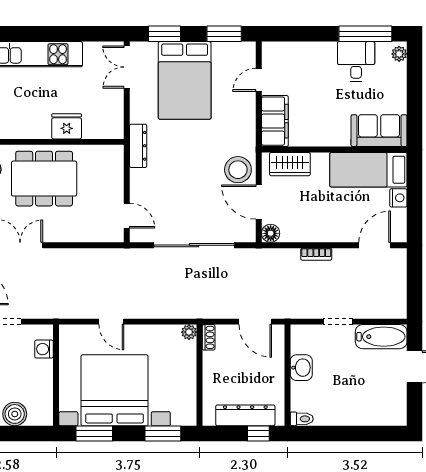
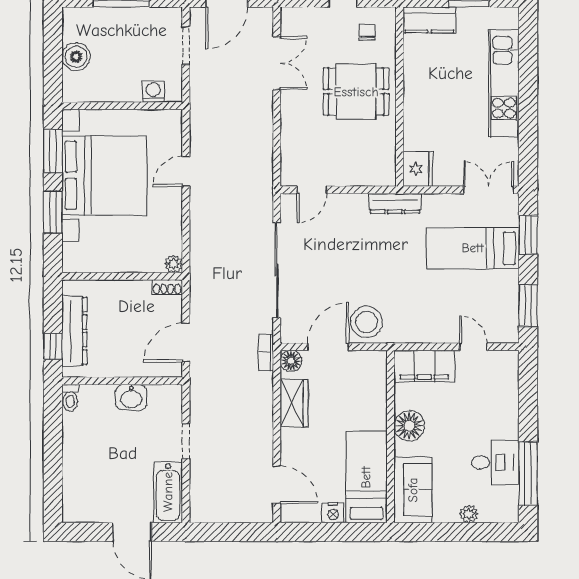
plant: (399, 54) -> (469, 514), moved
bed: (185, 80) -> (473, 248), width x0.67
fridge: (67, 126) -> (418, 169), moved
floor lamp: (325, 134) -> (409, 426), added
wardrobe: (290, 164) -> (294, 403), moved, turned 180
dining table: (44, 179) -> (356, 92), width x0.73
bookcase: (316, 254) -> (266, 352), moved
window: (163, 433) -> (53, 212), moved

